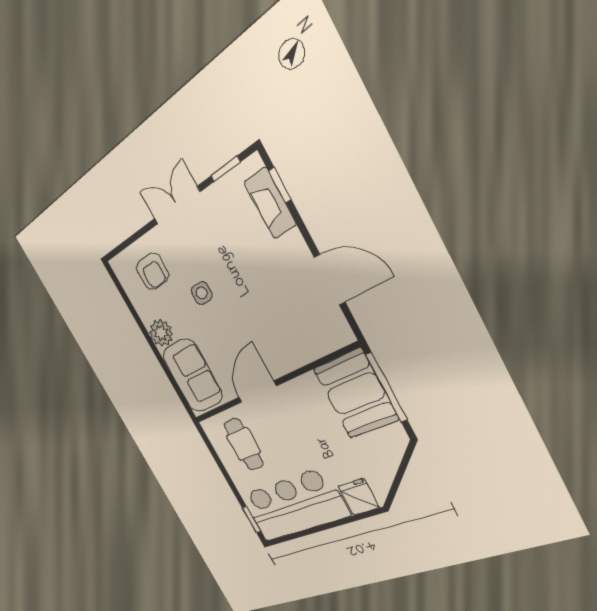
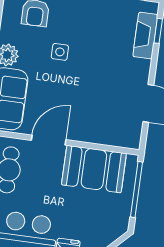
booth: (356, 394) -> (94, 169), moved, turned 90

